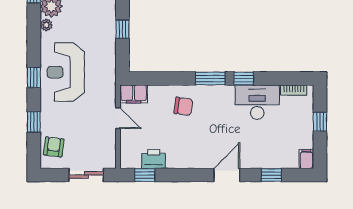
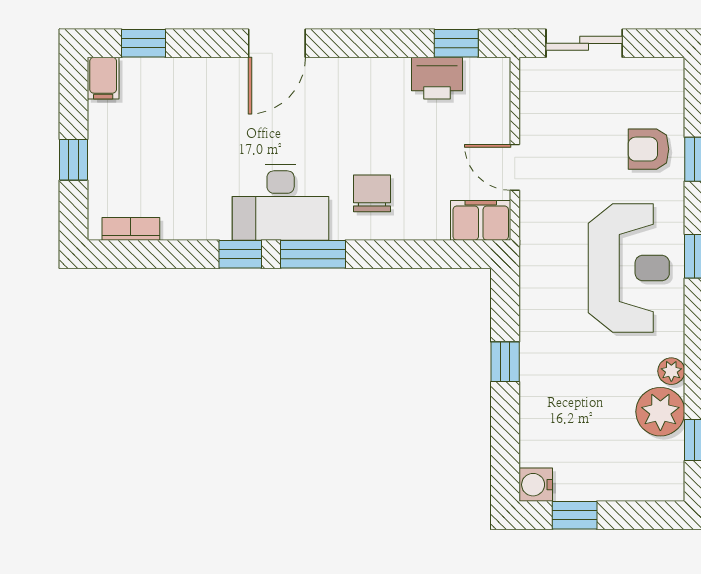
desk: (257, 102) -> (281, 202), moved
chair: (183, 106) -> (372, 193), turned 82
armchair: (54, 147) -> (649, 149), moved, turned 83
window: (271, 175) -> (144, 43), moved

